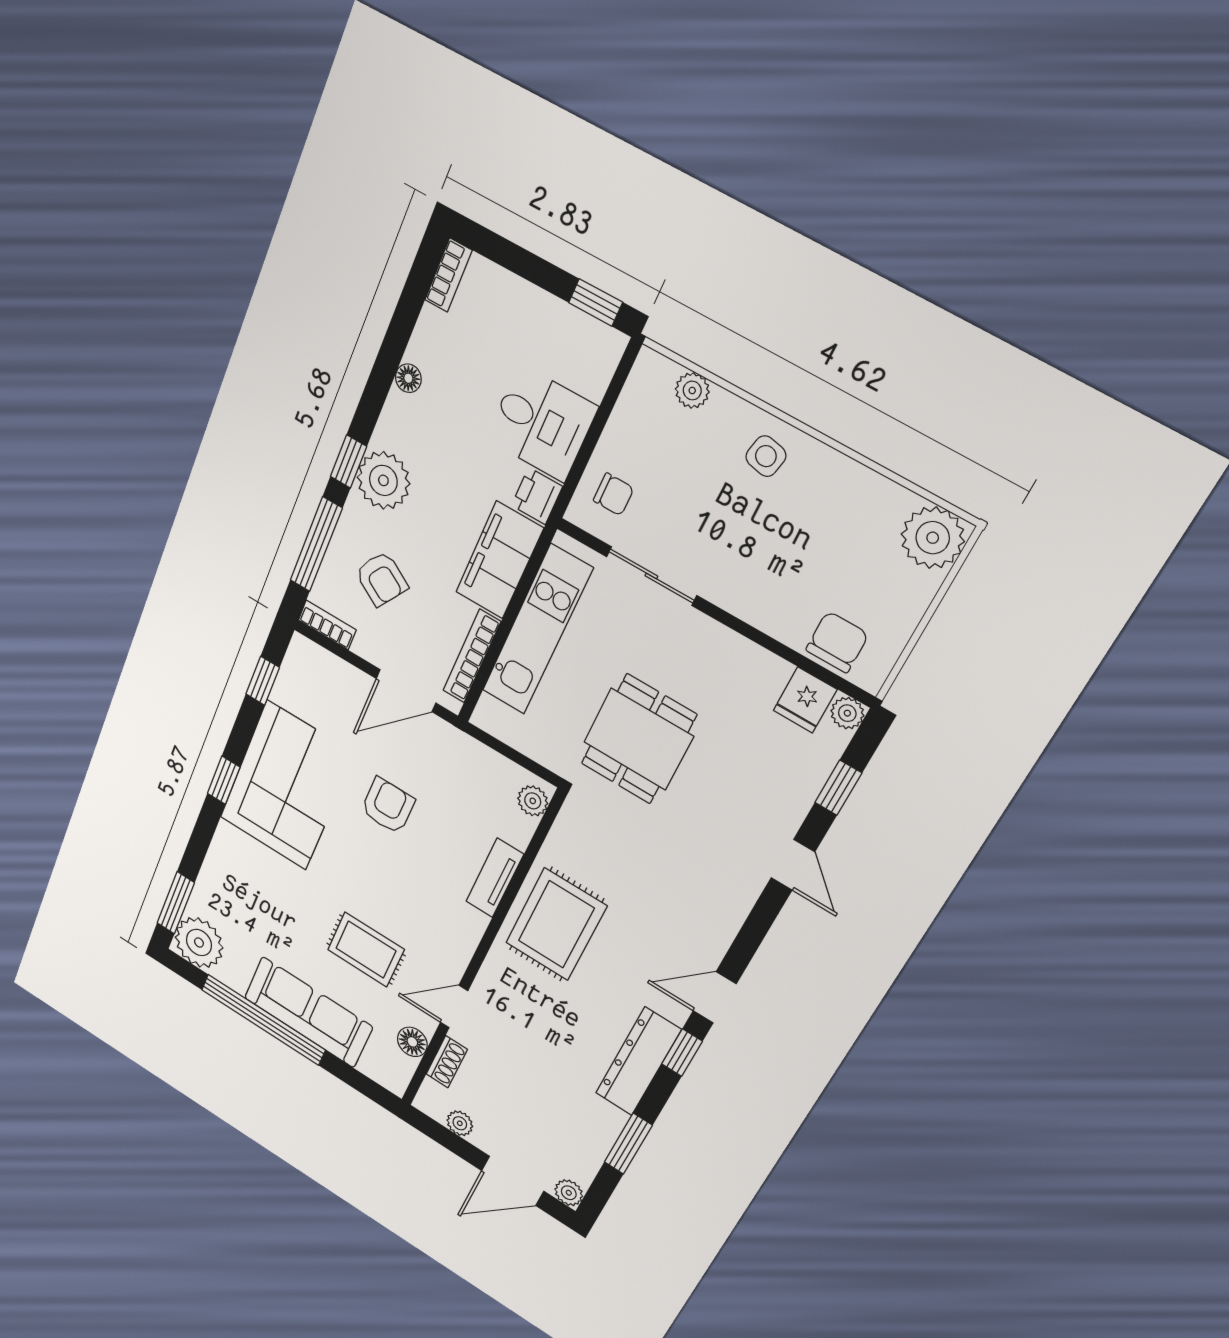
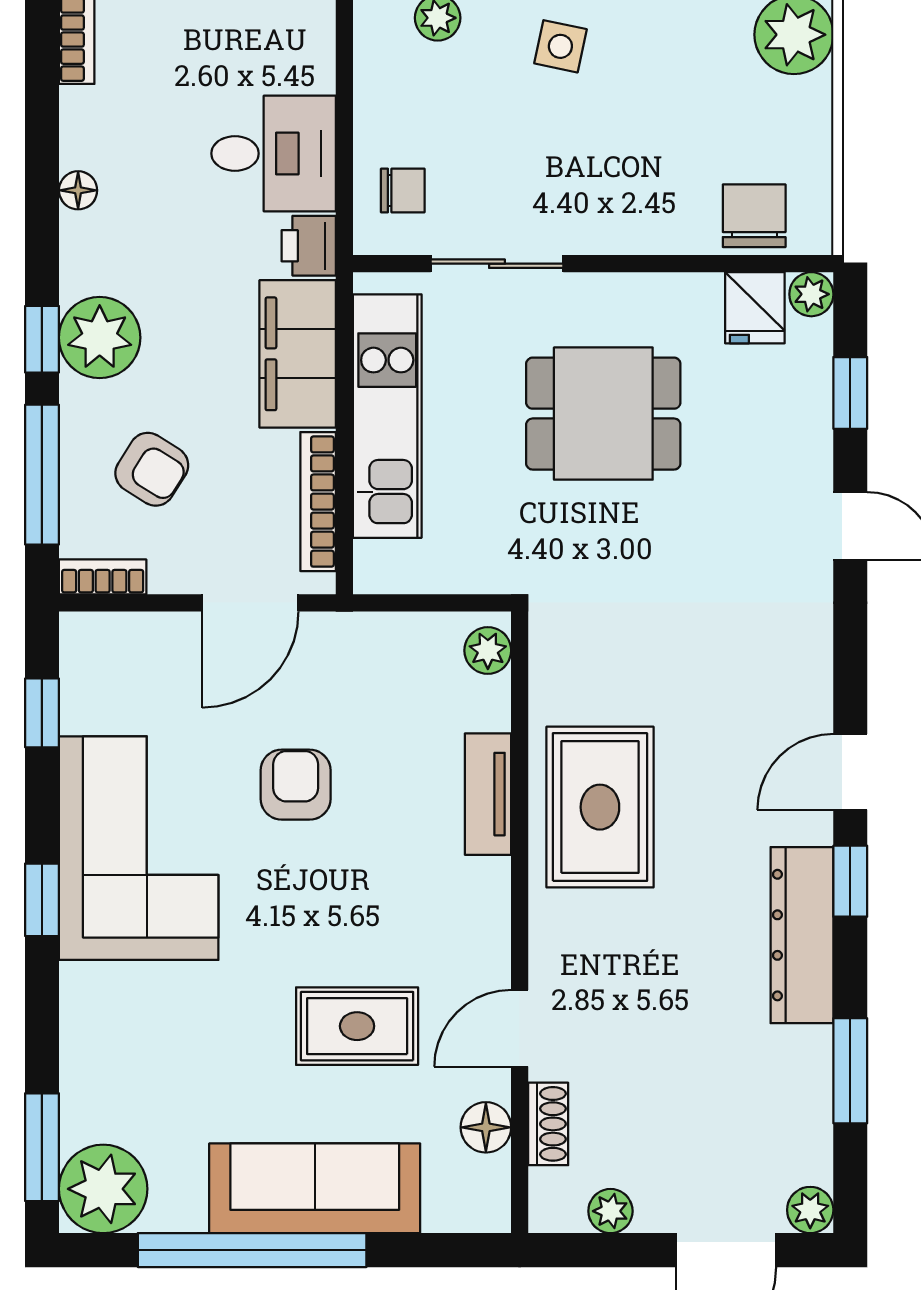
dining table: (638, 739) -> (603, 414), moved, turned 90

